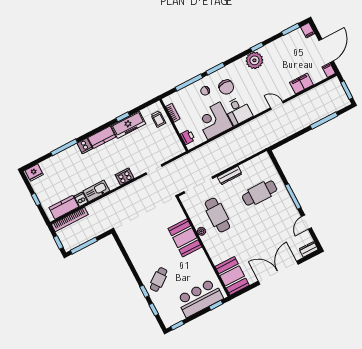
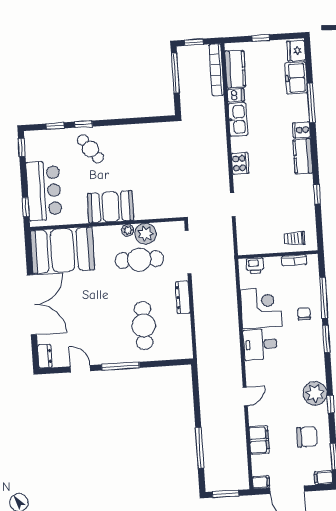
chair: (226, 87) -> (307, 437), moved, turned 180
freezer: (128, 125) -> (296, 78), moved, width x0.71
plant: (198, 219) -> (145, 234), added
booth: (185, 238) -> (111, 207), moved
booth: (232, 276) -> (62, 250), width x1.36, depth x1.42

